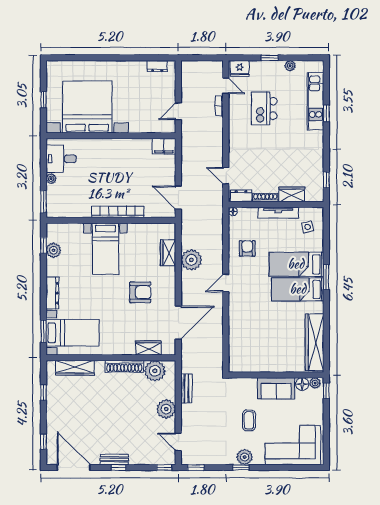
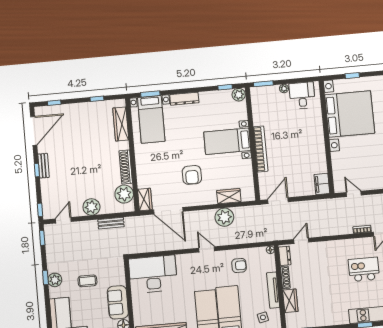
plant: (54, 250) -> (239, 95), moved
desk: (248, 346) -> (153, 274), added
wardrobe: (148, 348) -> (145, 199), moved

